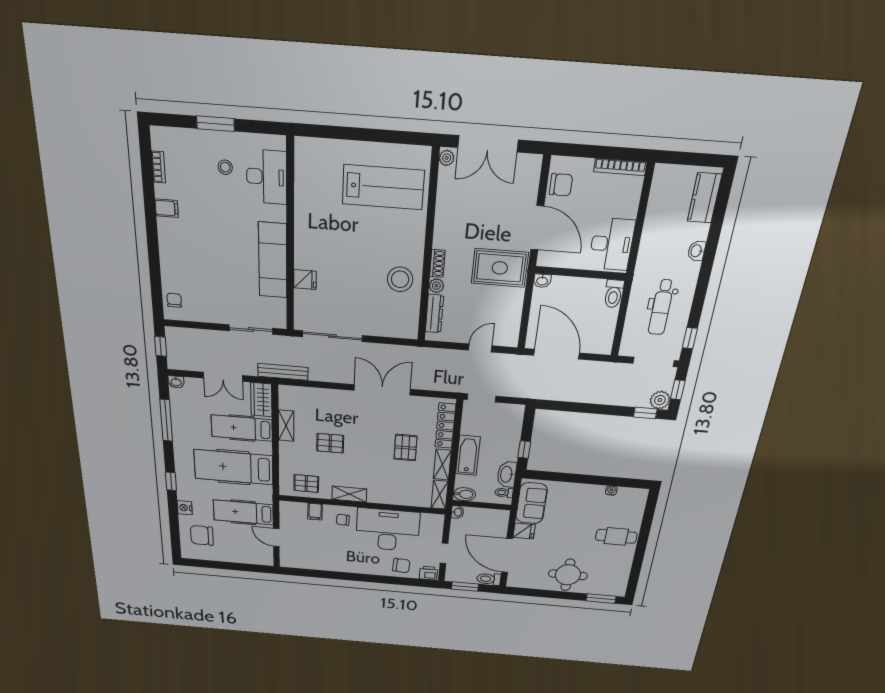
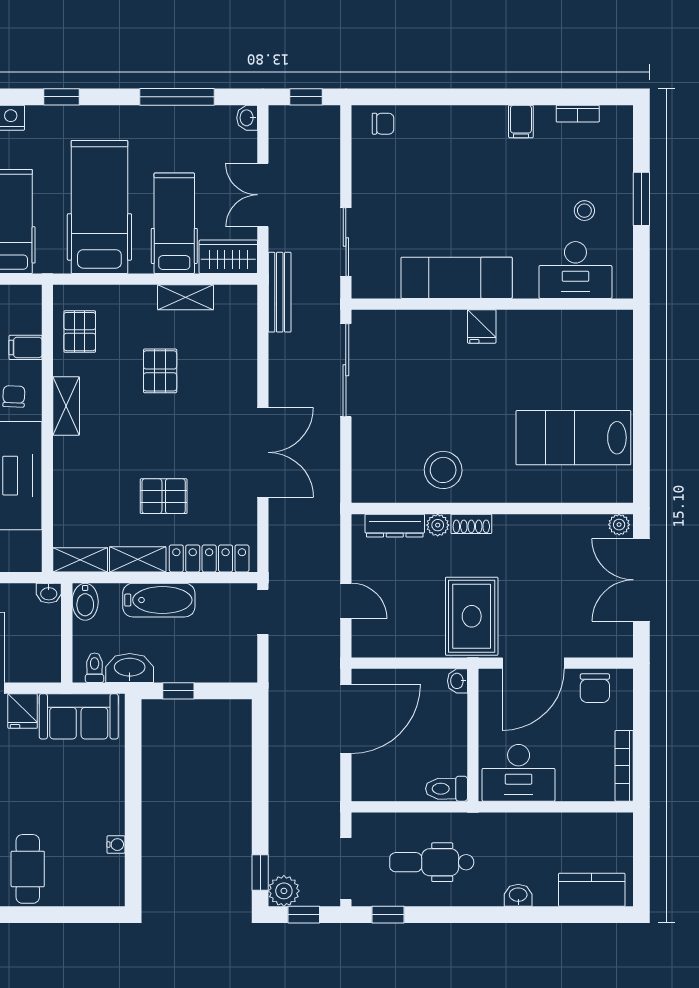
lab bench: (383, 187) -> (573, 438), turned 90
fridge: (305, 279) -> (482, 326), moved

